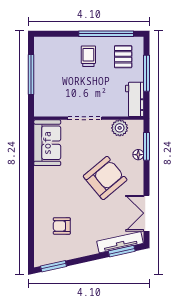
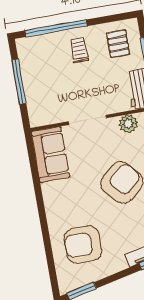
window: (106, 34) -> (56, 28), moved
armchair: (62, 226) -> (83, 244), width x1.88, depth x1.88

